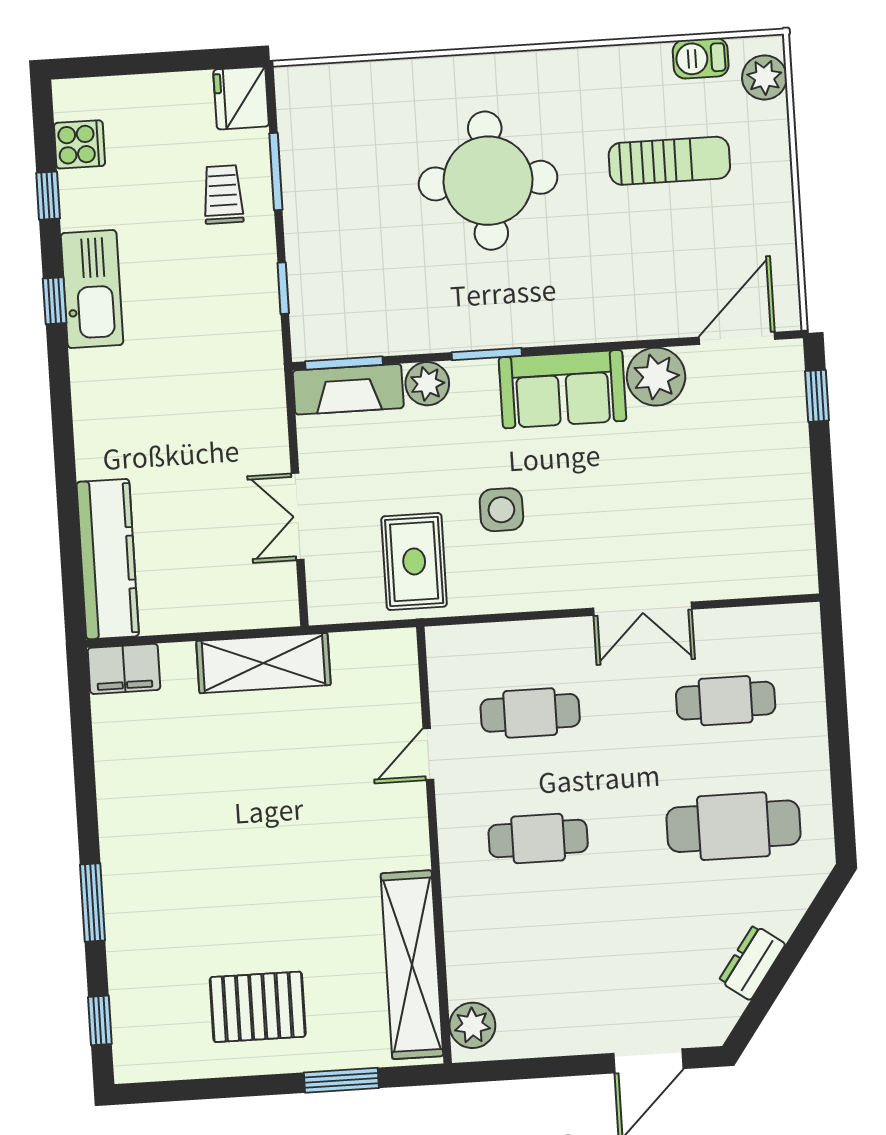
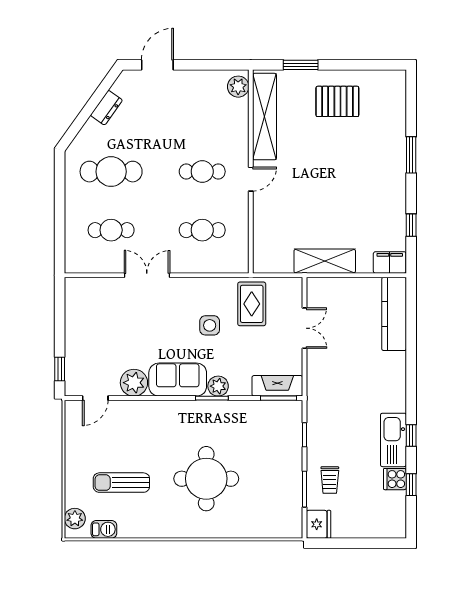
cooker: (79, 144) -> (395, 479), moved
door: (737, 338) -> (95, 398), width x0.73
plant: (427, 384) -> (218, 386), moved
door: (428, 754) -> (251, 179), moved
window: (100, 1020) -> (411, 225), moved

